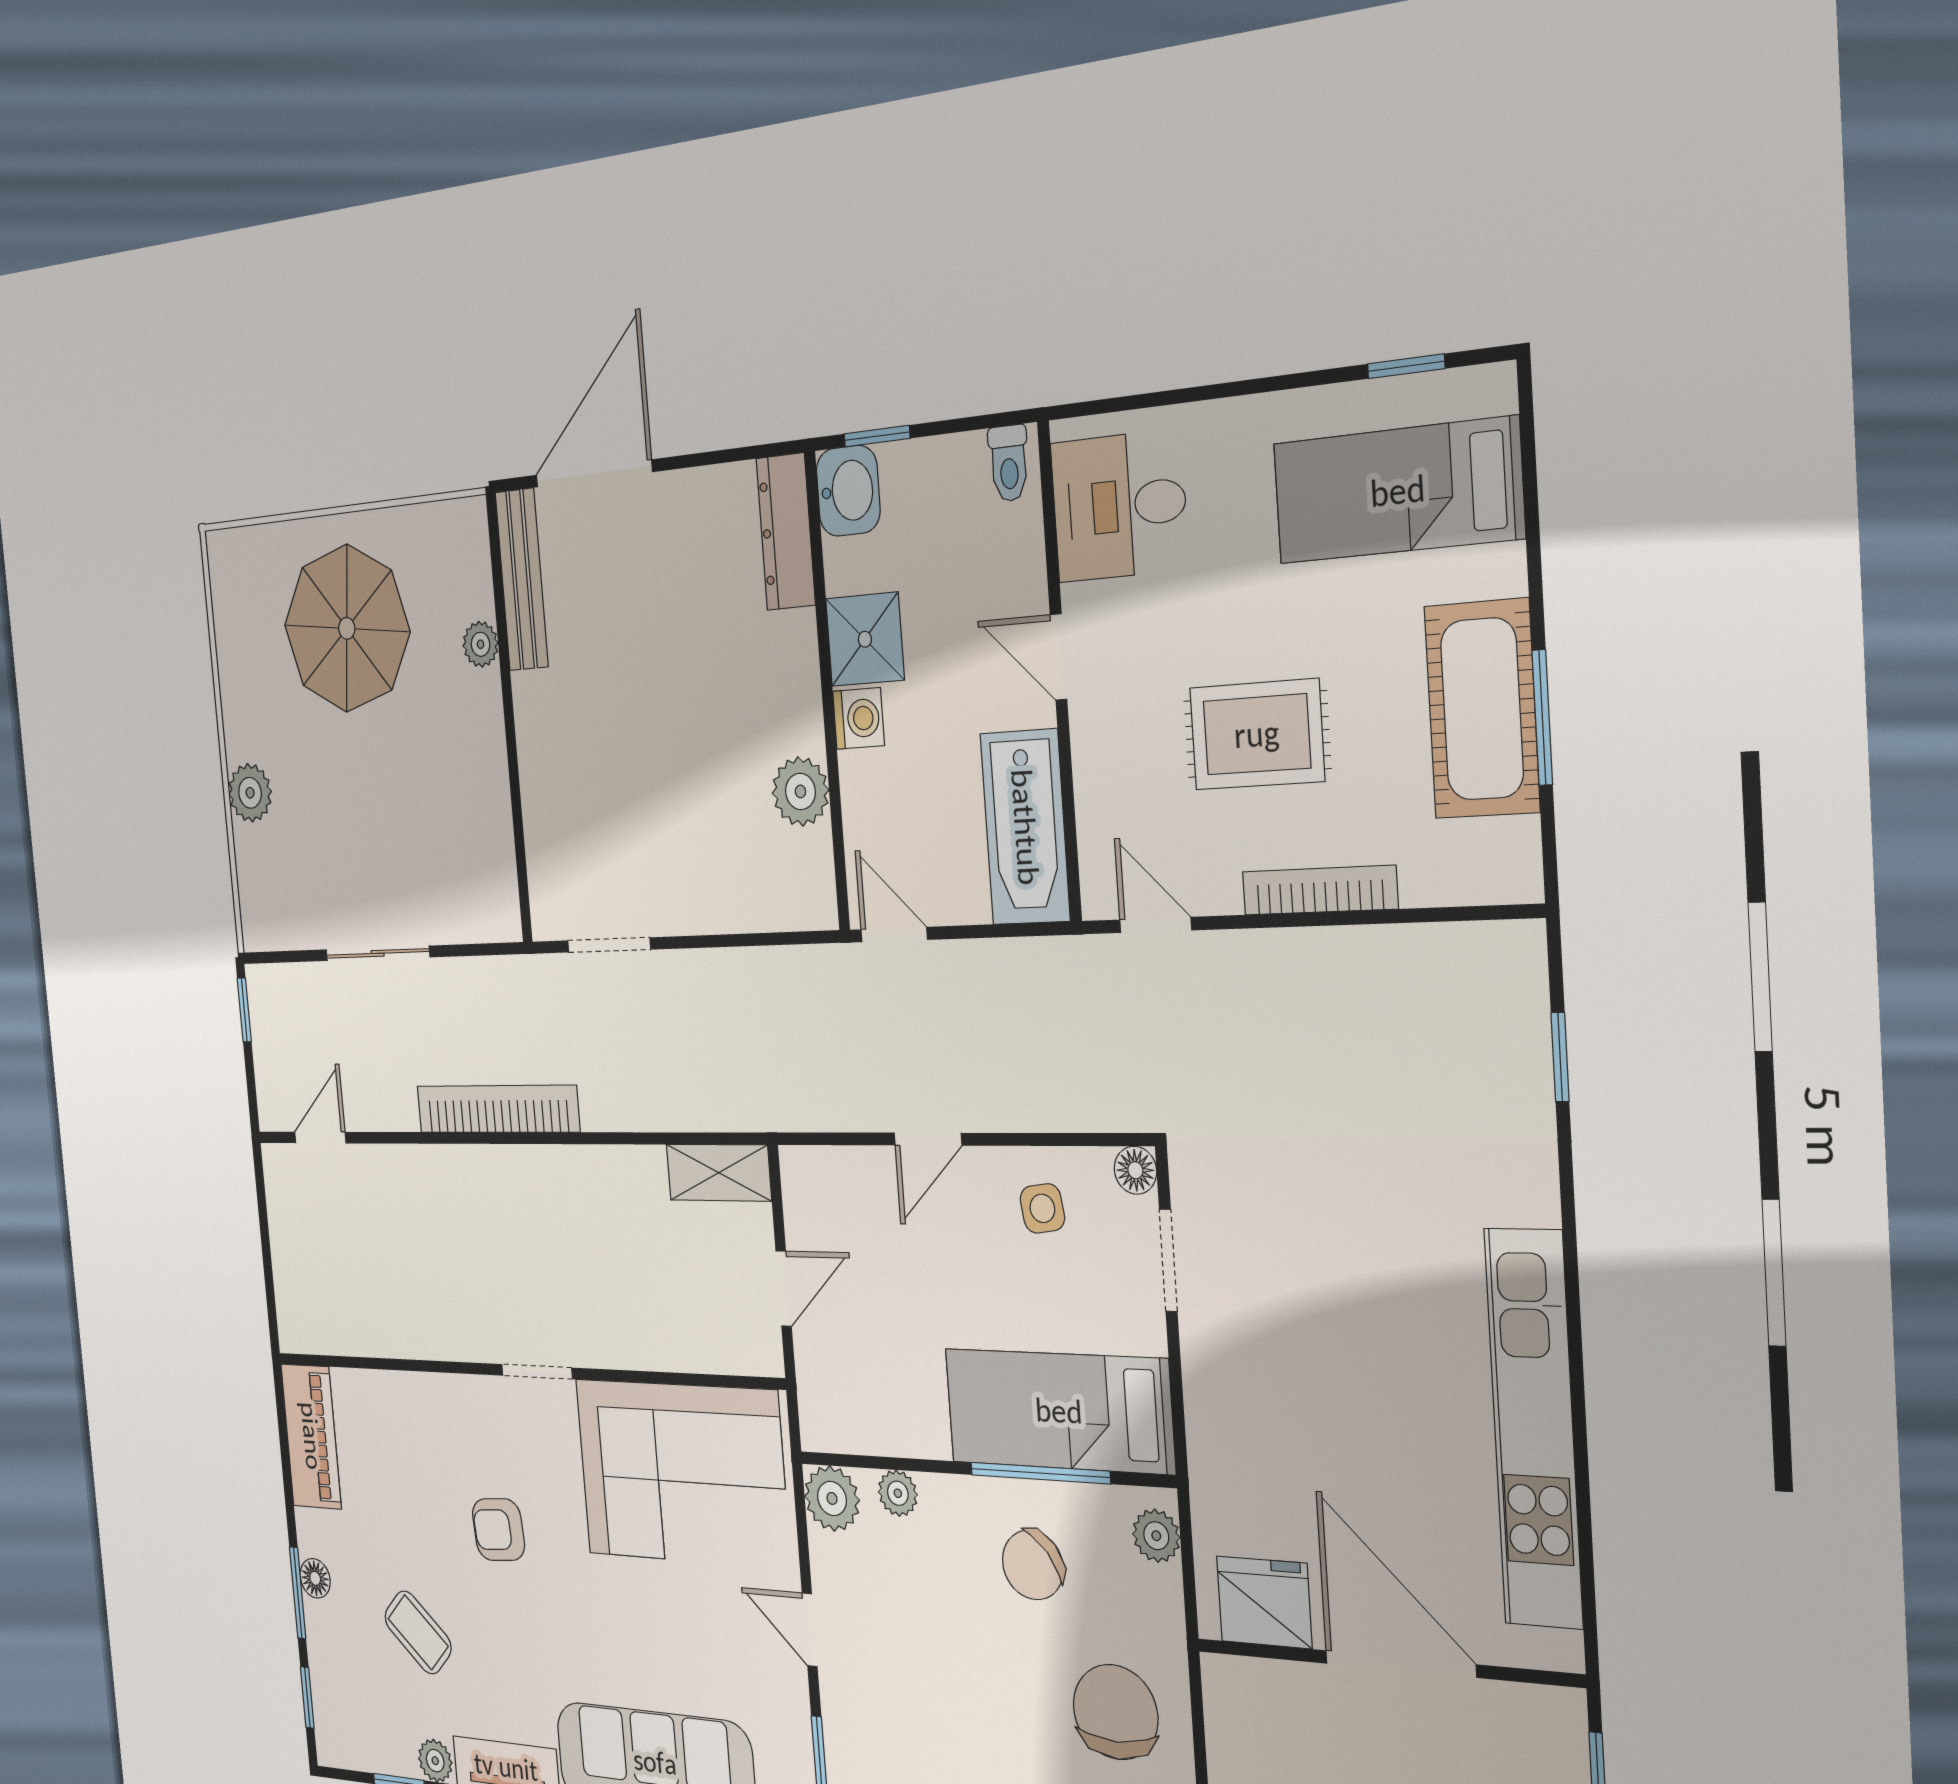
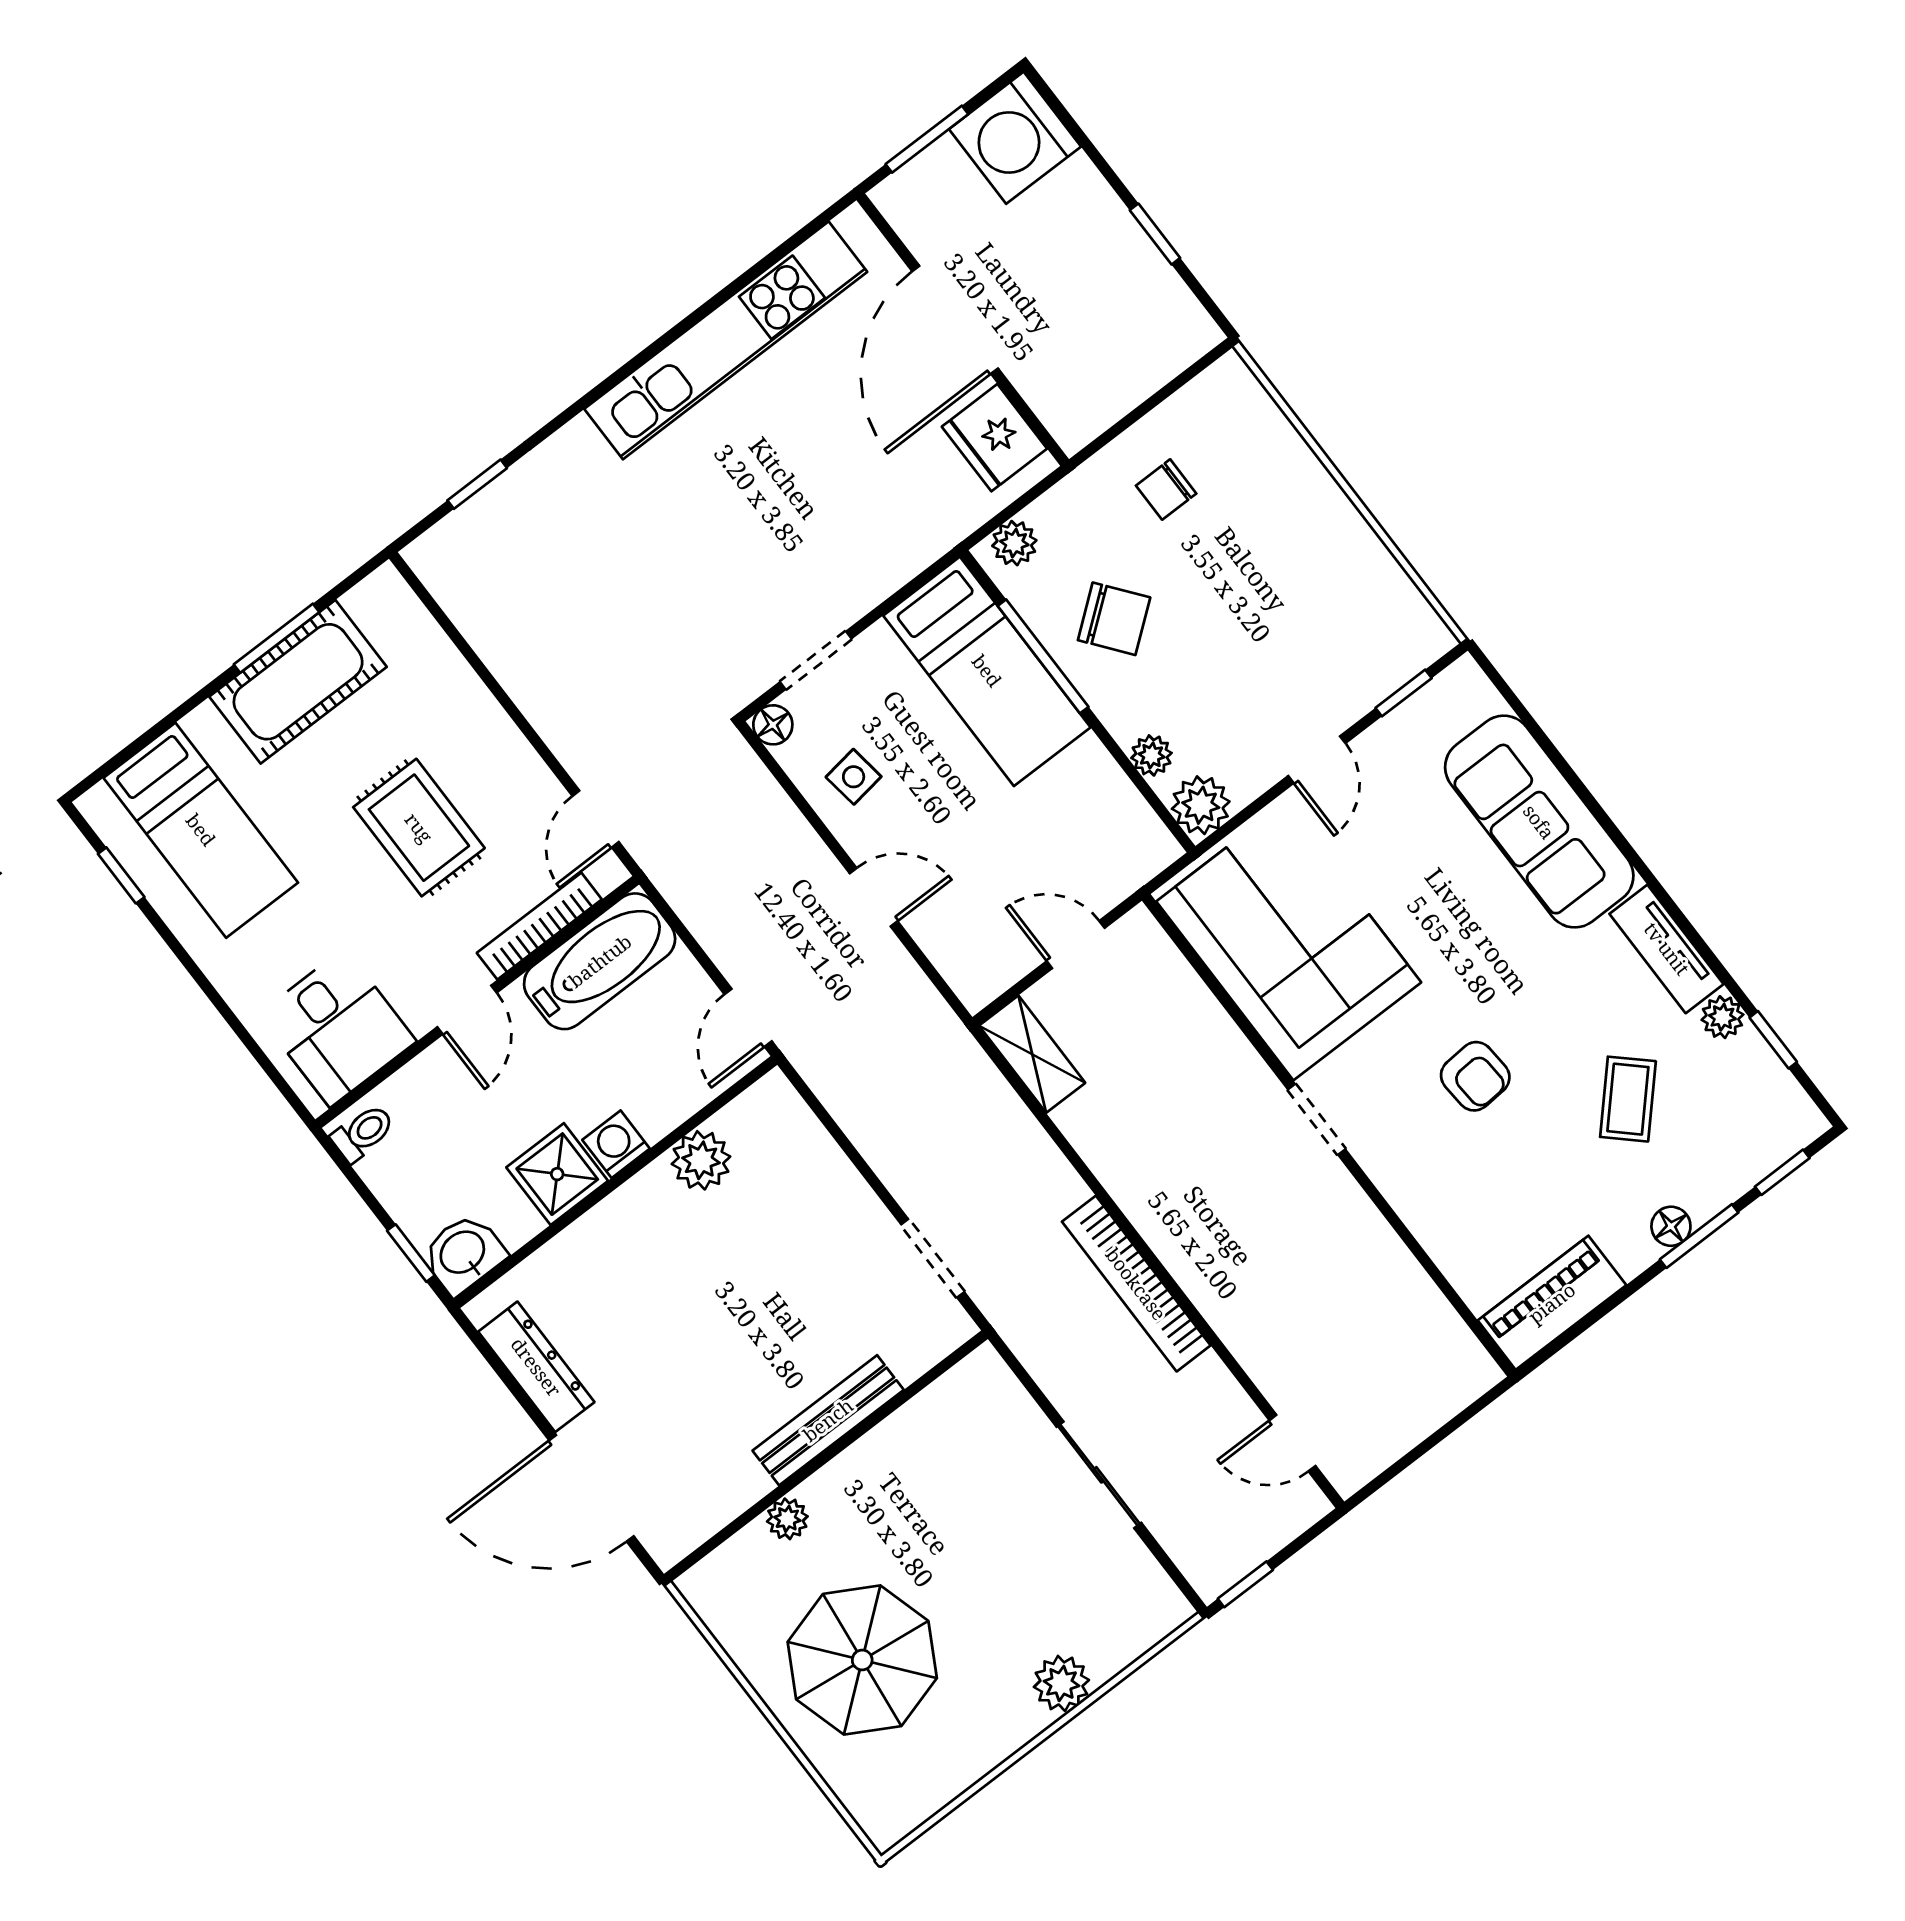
dresser: (786, 532) -> (536, 1367), moved, turned -90
bench: (522, 580) -> (828, 1420), moved
bookcase: (1320, 890) -> (539, 926), moved, turned 90
chair: (1115, 1712) -> (1166, 490), width x0.54, depth x0.54

